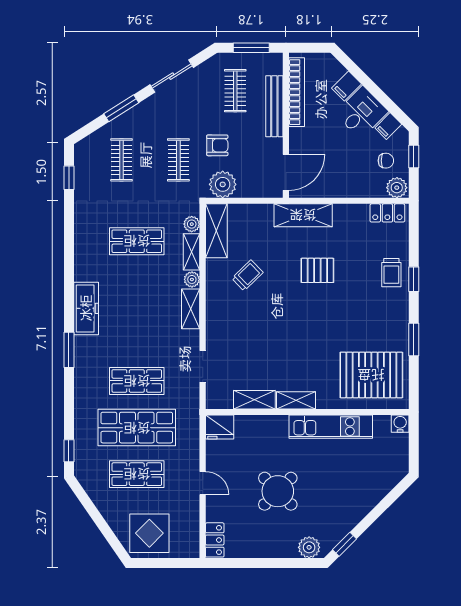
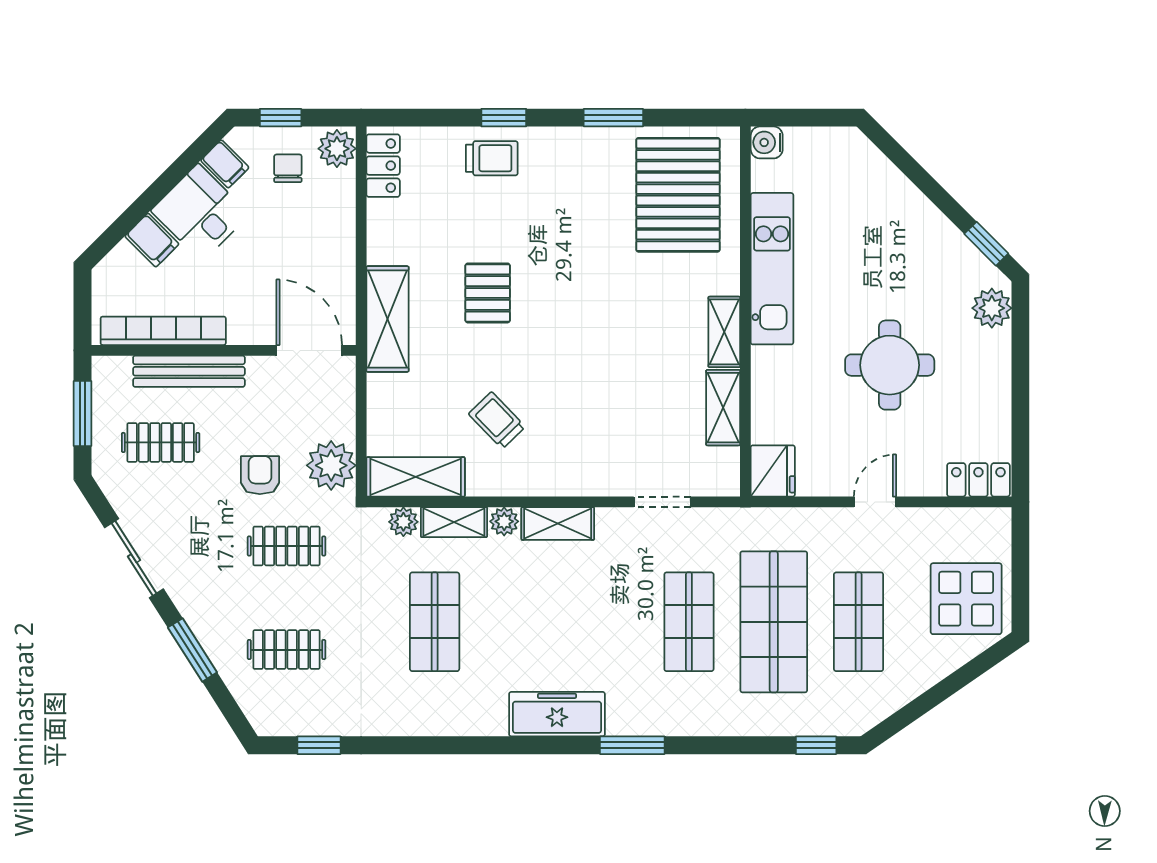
round table: (278, 491) -> (890, 365), turned 45

